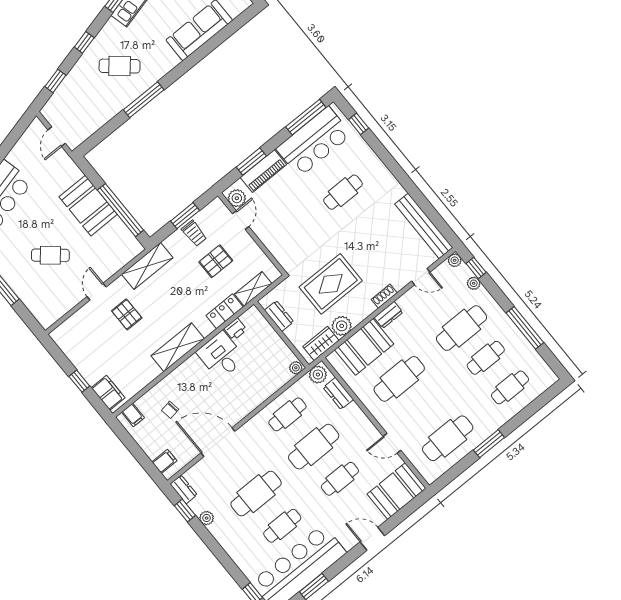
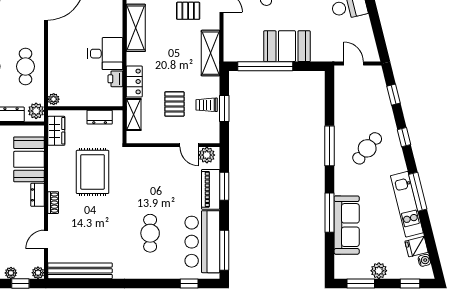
window: (201, 53) -> (330, 213), added
plant: (342, 326) -> (57, 156), removed

